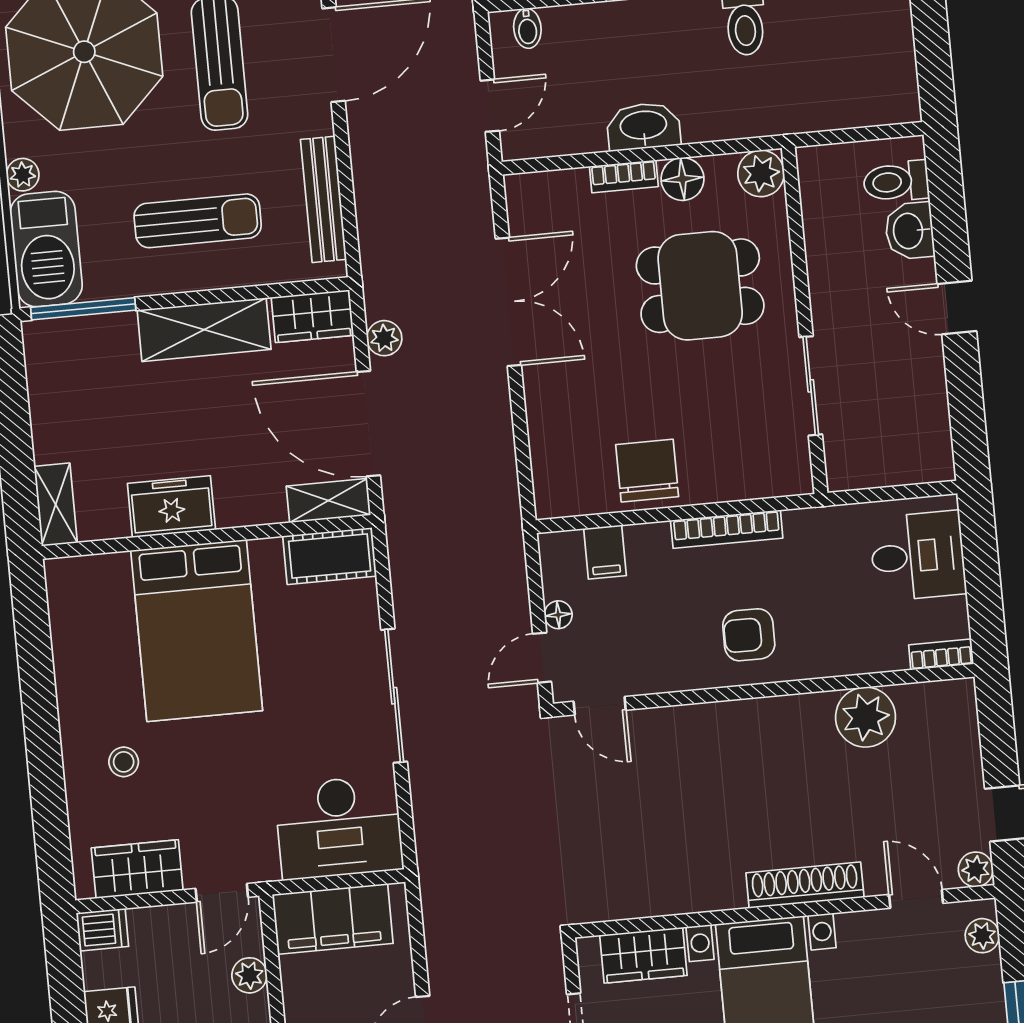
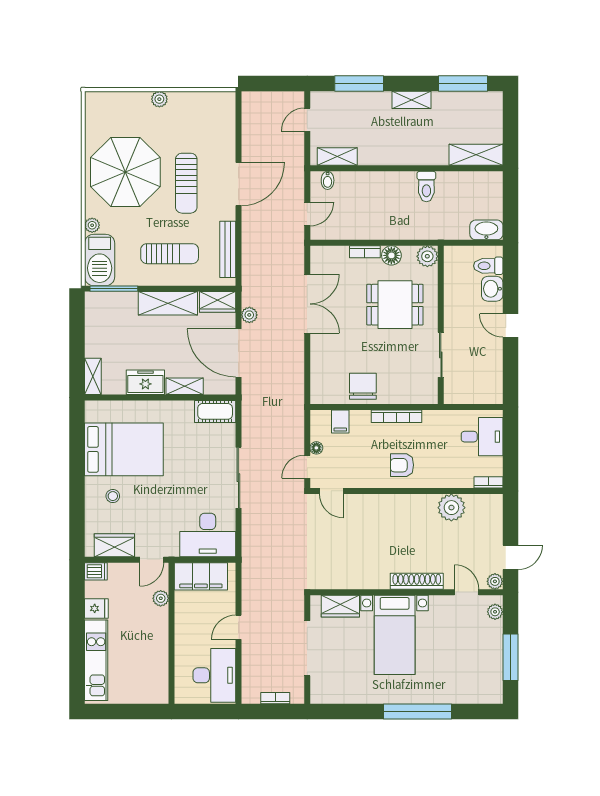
washbasin: (644, 126) -> (486, 230), moved
shelving: (328, 501) -> (185, 386), moved
bed: (197, 630) -> (124, 449), moved, turned -90

